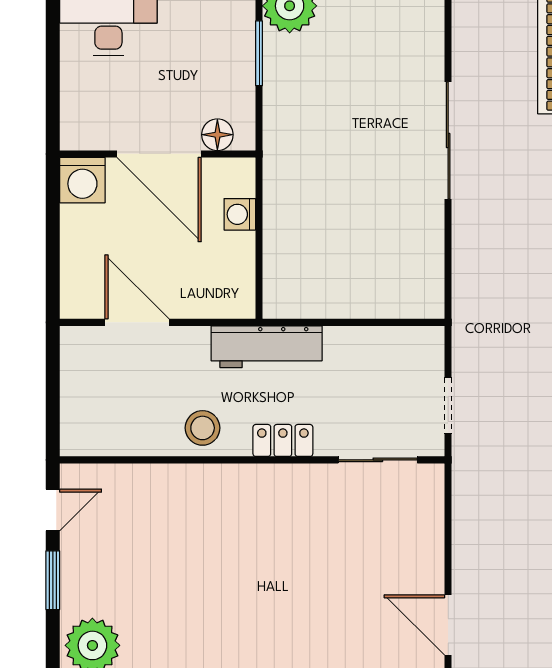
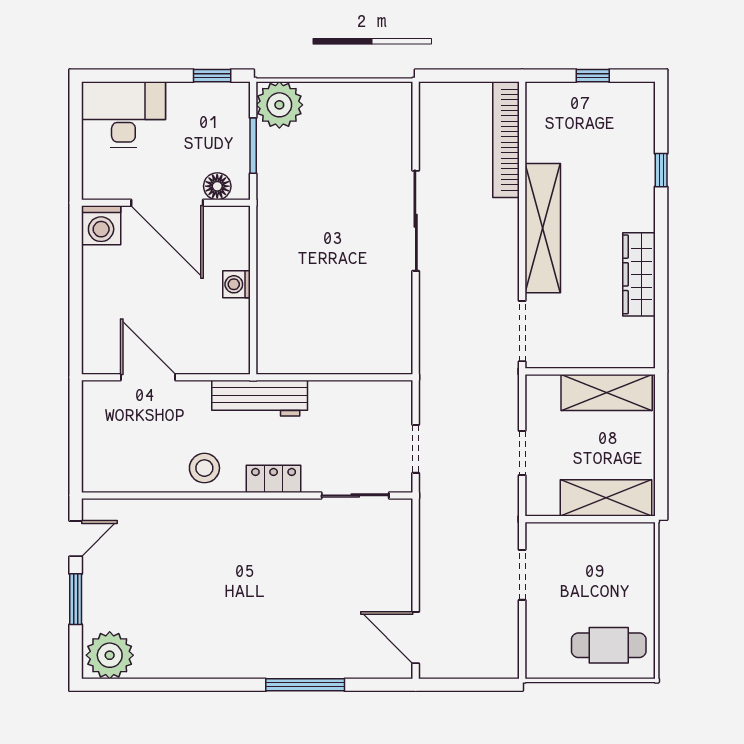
floor lamp: (217, 135) -> (217, 186), moved
wall: (158, 154) -> (166, 203), moved
door: (159, 154) -> (167, 203), moved
washing machine: (82, 180) -> (101, 225), moved

